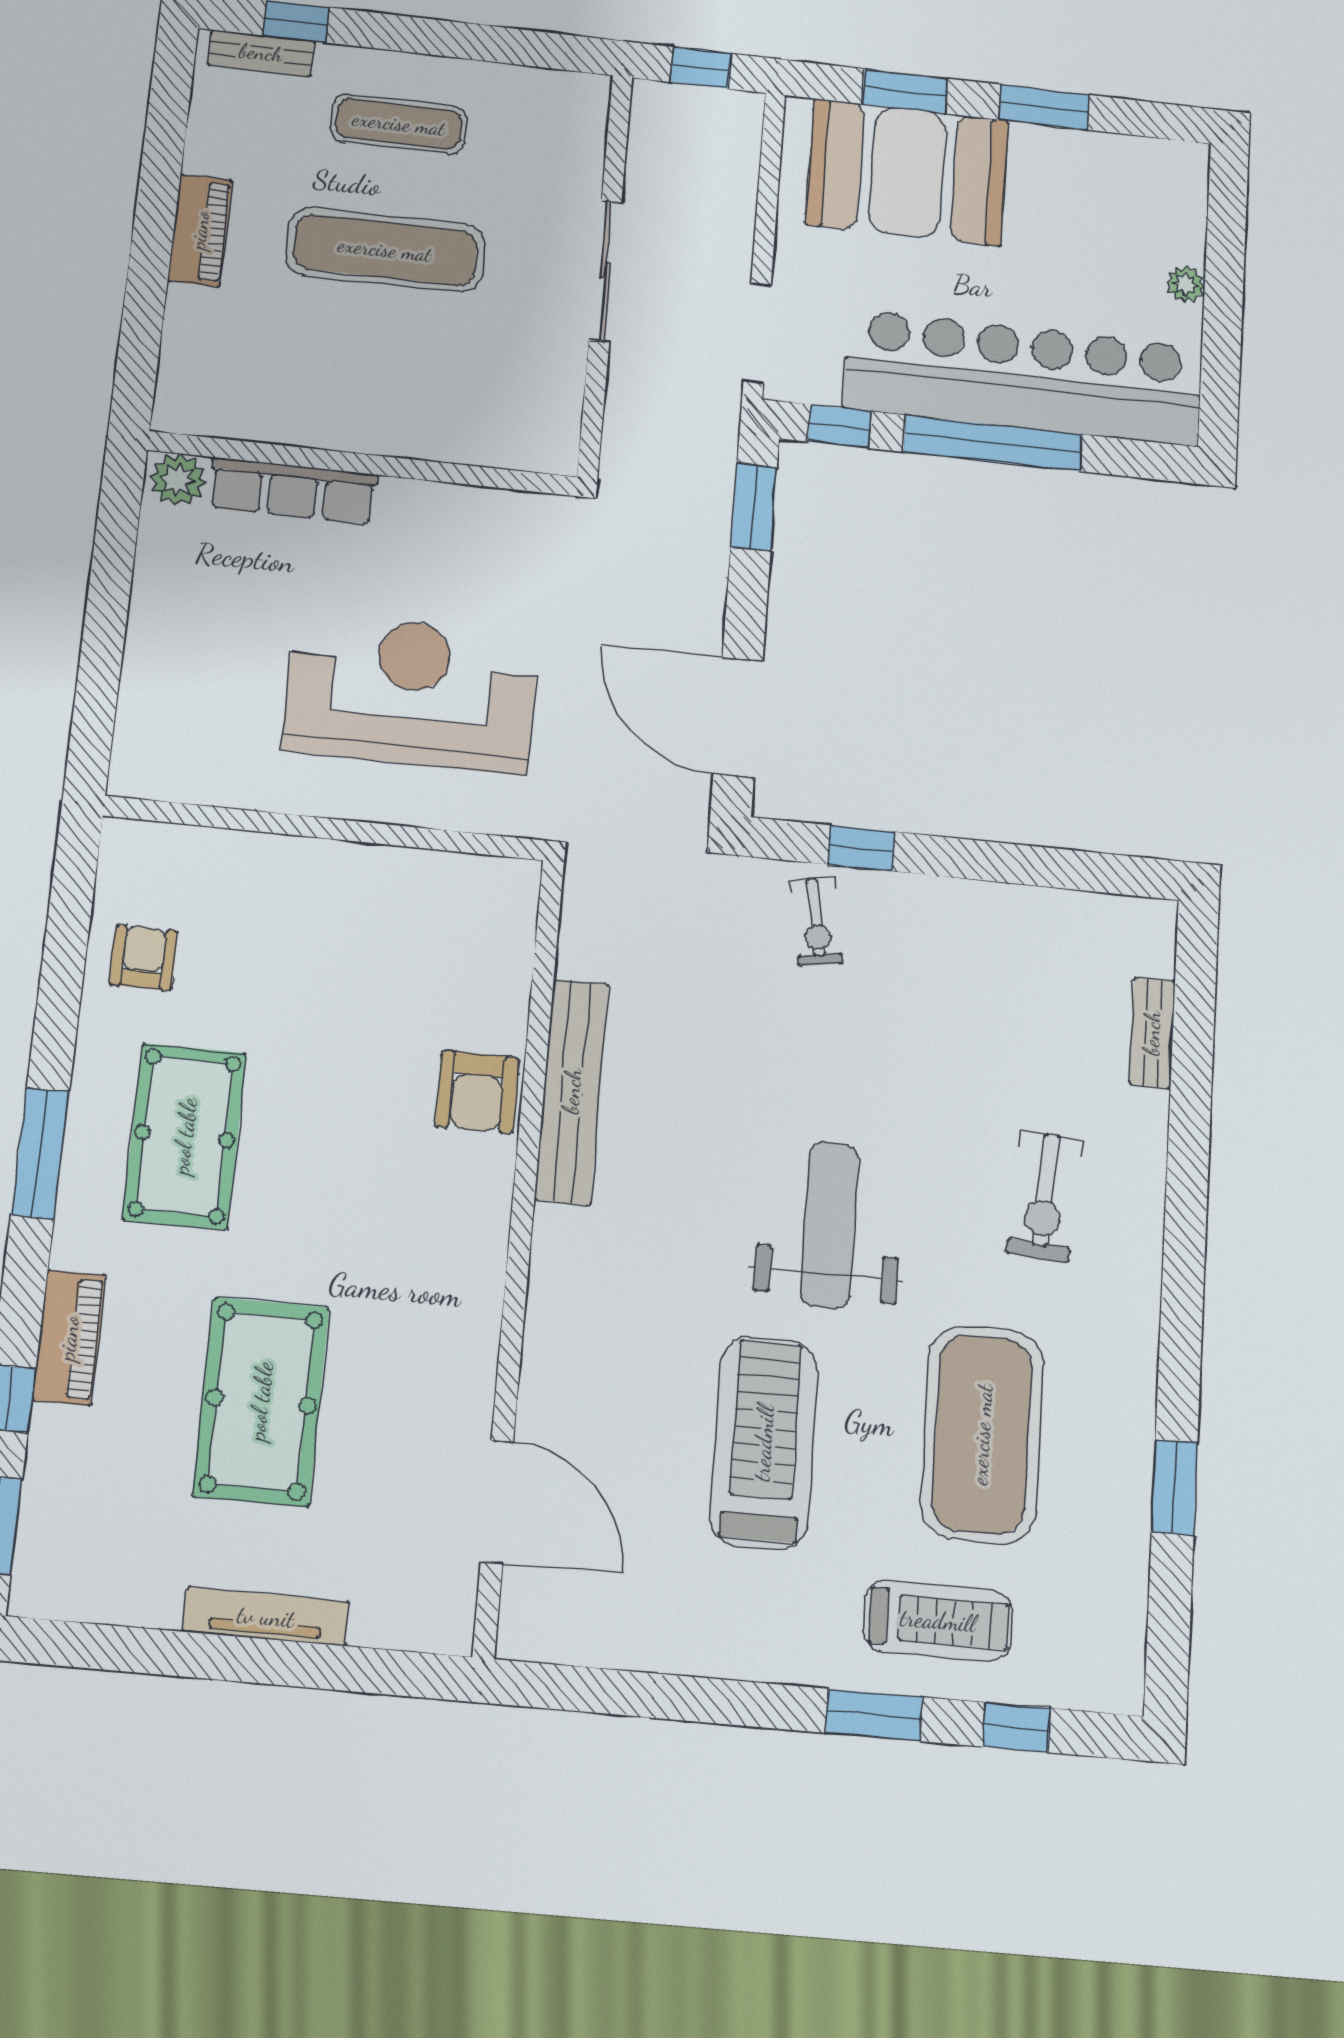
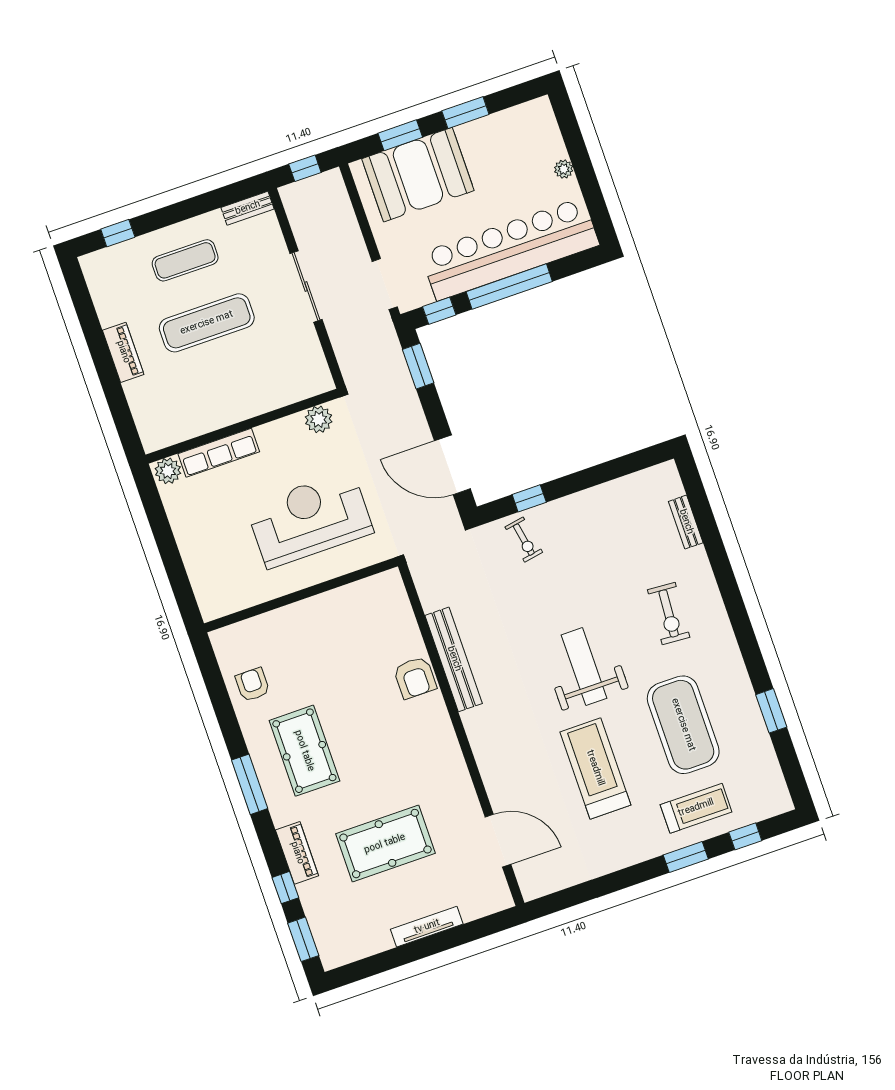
bench: (261, 53) -> (248, 208), moved
plant: (516, 517) -> (319, 419), added
pool table: (261, 1401) -> (385, 844), turned 90

